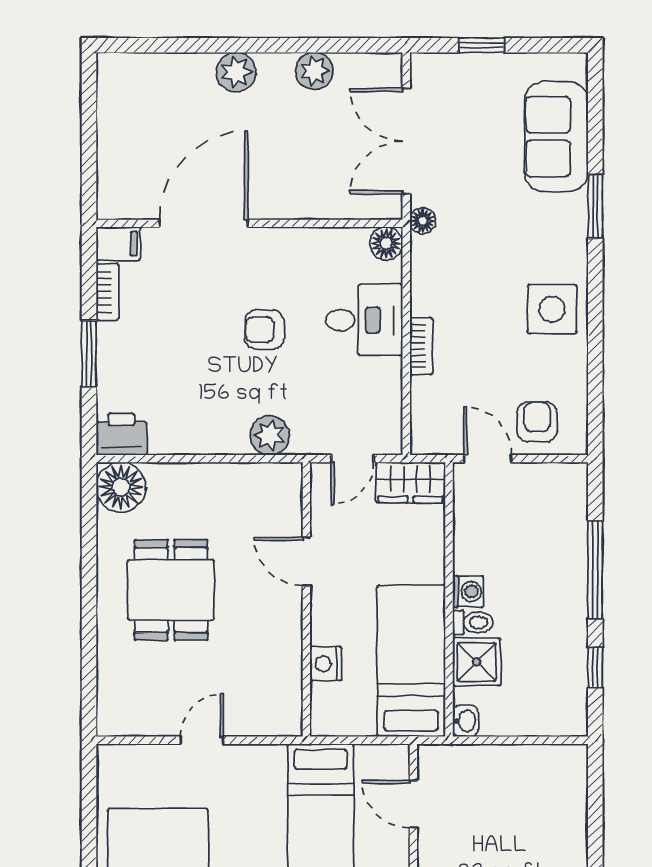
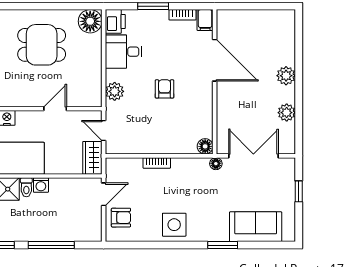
desk: (364, 320) -> (123, 52), moved, turned 90

